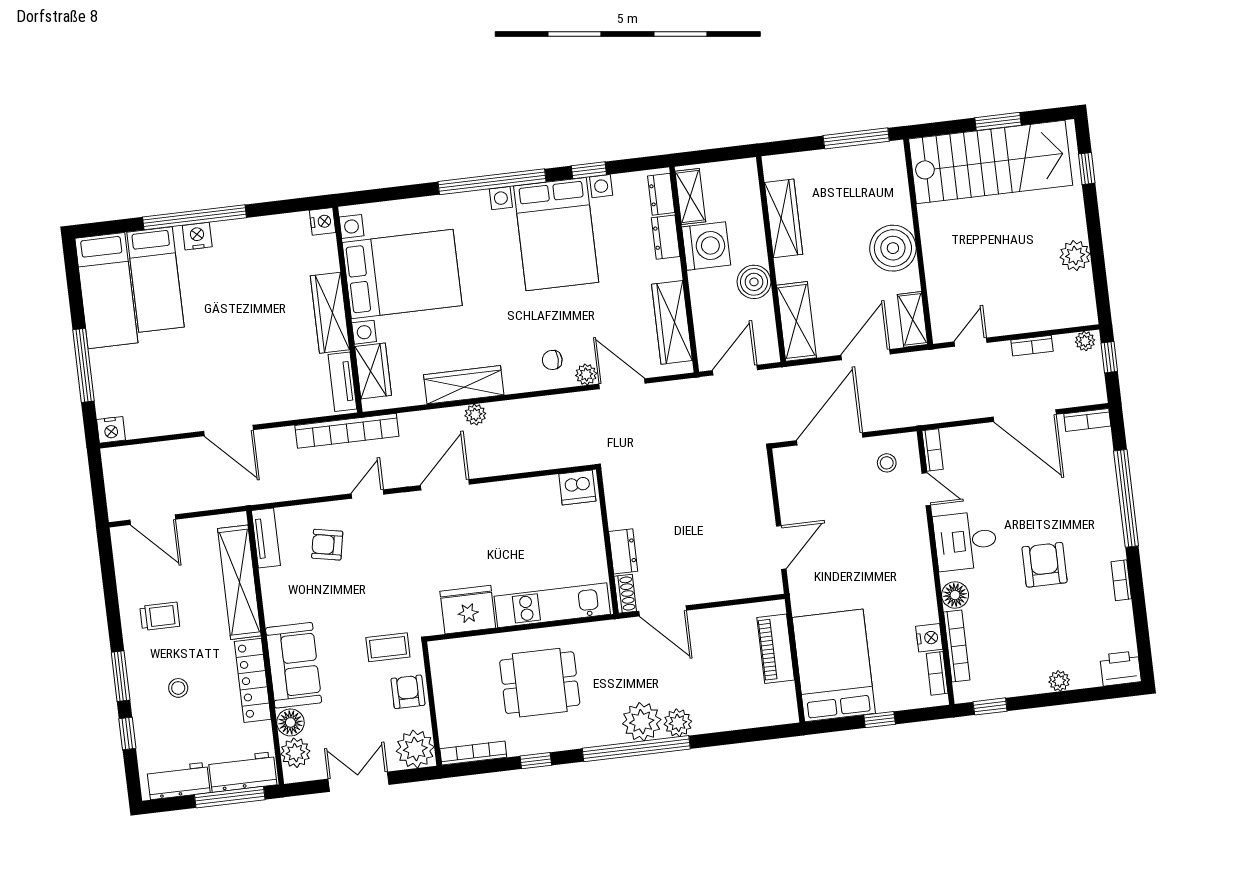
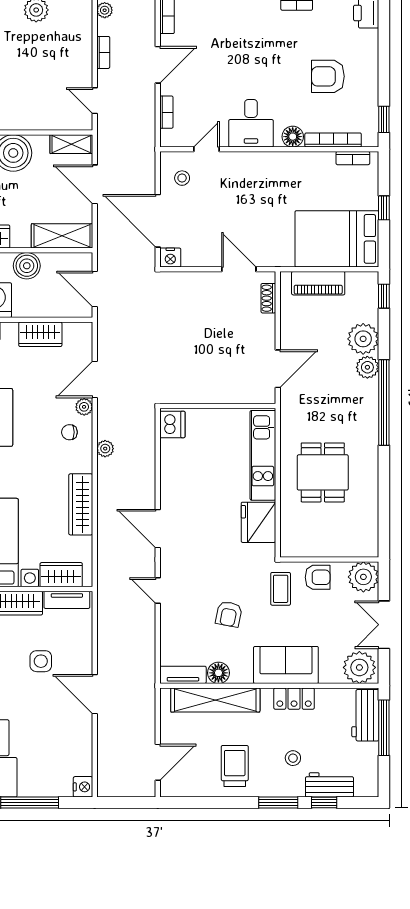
wardrobe: (672, 322) -> (40, 334), width x0.67
side table: (262, 358) -> (41, 661), added
chair: (552, 360) -> (69, 432), turned 90
plant: (475, 415) -> (105, 449), moved
door: (1025, 416) -> (158, 65), width x0.73
door: (229, 431) -> (95, 694), swing flipped
bookcase: (347, 431) -> (106, 601), removed
bookcase: (933, 450) -> (166, 112), moved, turned 90
armchair: (327, 545) -> (229, 614), moved
dresser: (623, 551) -> (227, 394), removed
armchair: (1044, 565) -> (328, 76), moved
shoe rack: (625, 594) -> (268, 298), moved, turned -90
trolley: (160, 616) -> (235, 766), width x1.36, depth x1.39
nightstand: (929, 638) -> (170, 258), moved, turned 180
locker: (253, 680) -> (294, 699), width x0.66
plant: (1059, 681) -> (370, 63), removed
armchair: (408, 692) -> (318, 577), turned 180
floor lamp: (290, 722) -> (218, 673), moved
plant: (642, 722) -> (363, 339), moved
plant: (295, 753) -> (359, 667), width x1.36, depth x1.36
bookcase: (473, 753) -> (372, 531), removed
window: (536, 761) -> (384, 296), moved
workbench: (179, 781) -> (329, 785), moved, turned 90

